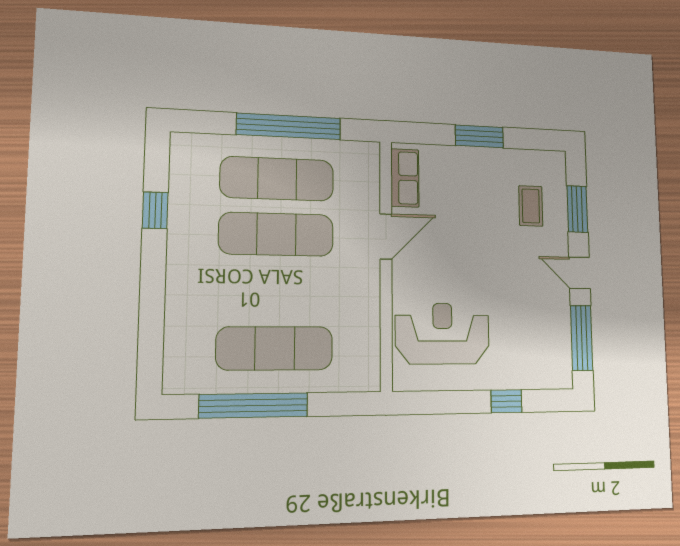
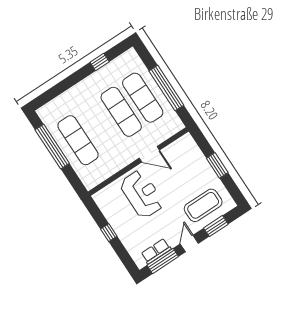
row of seats: (405, 178) -> (156, 251), moved, turned 180
coffee table: (531, 206) -> (203, 205), width x1.86, depth x1.72
reception desk: (442, 334) -> (142, 194), moved
window: (506, 401) -> (109, 233), moved

